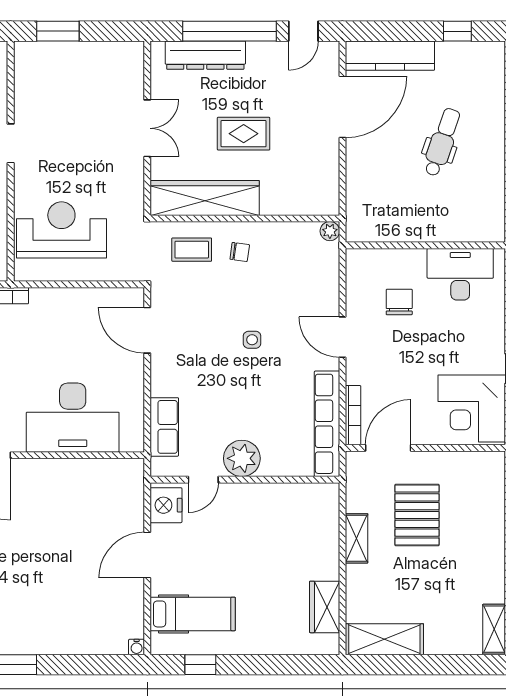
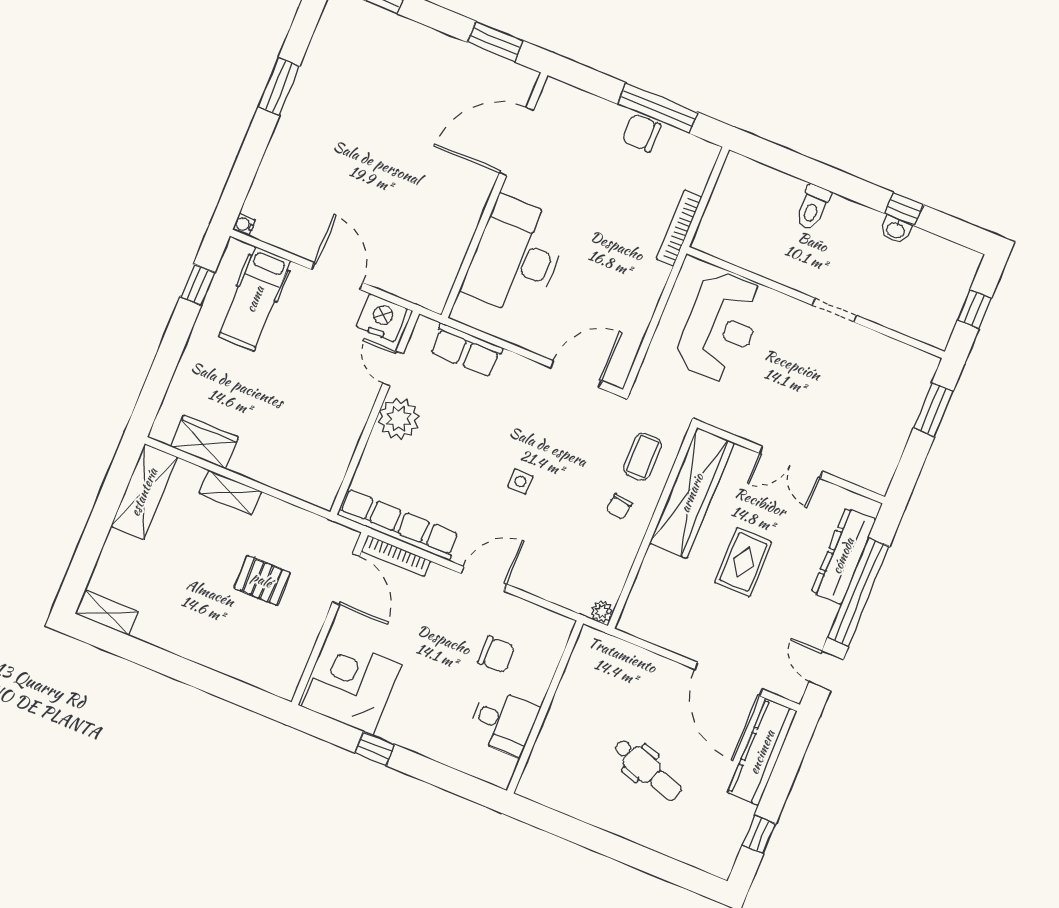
desk: (460, 274) -> (503, 722), width x0.73
pallet: (417, 515) -> (262, 580), width x0.67, depth x0.71
shelving: (357, 538) -> (230, 492), moved

